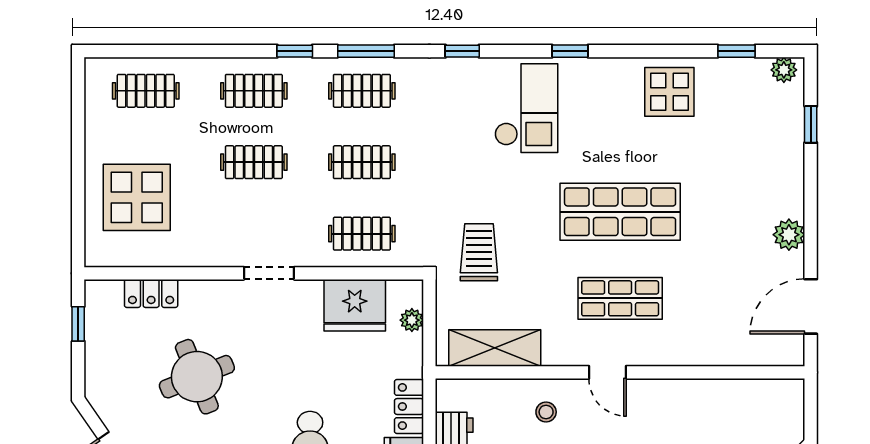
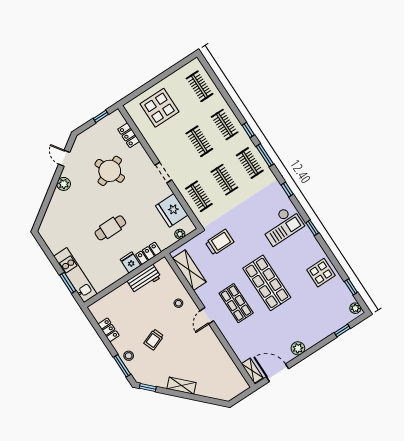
shelving: (774, 354) -> (252, 371), added

